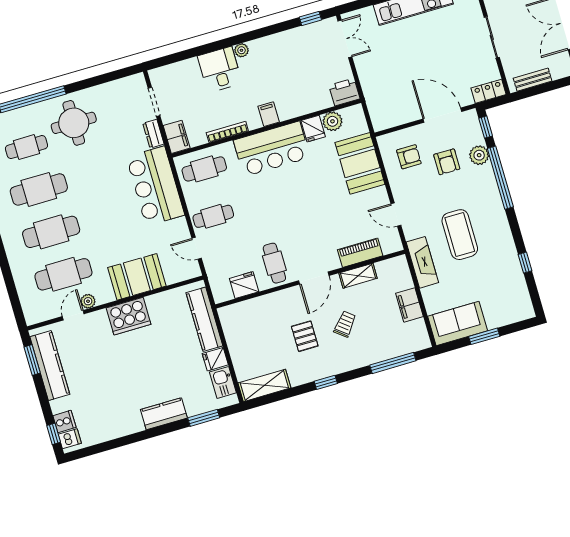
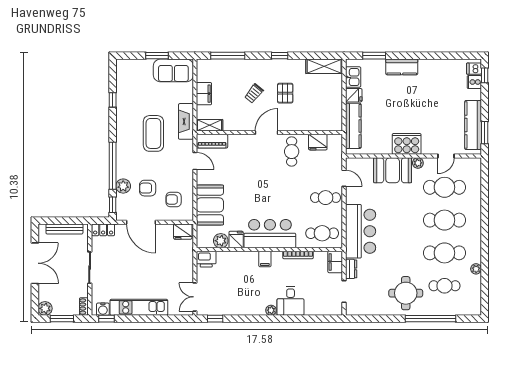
bench: (533, 80) -> (64, 229), width x1.36
fridge: (385, 119) -> (183, 232), added
armchair: (447, 162) -> (148, 188), turned -90
piano: (360, 253) -> (212, 141), moved
shelving: (358, 276) -> (210, 125), moved
plant: (88, 301) -> (418, 163), moved

